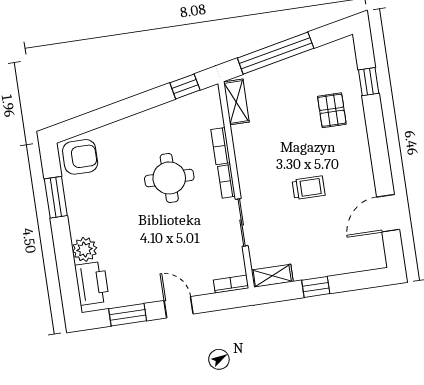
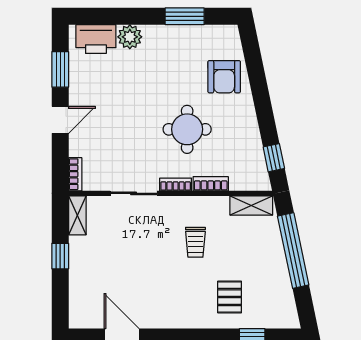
pallet: (332, 110) -> (230, 297), turned 90
armchair: (80, 157) -> (224, 77), moved
trolley: (309, 188) -> (195, 242), moved

